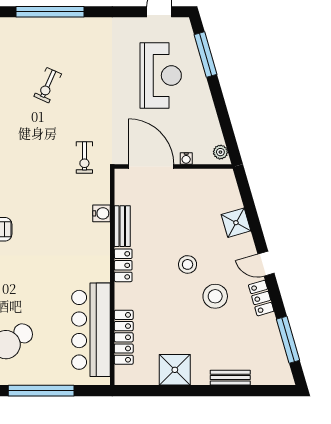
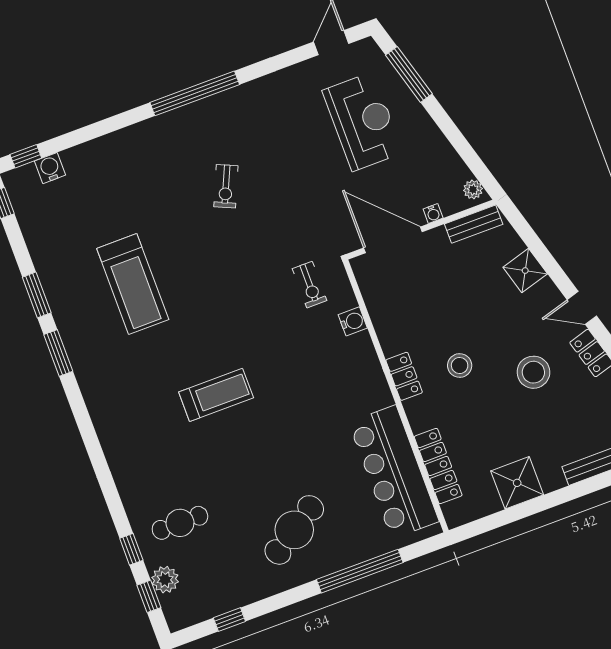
exercise bike: (84, 158) -> (310, 285), moved
bench: (122, 226) -> (474, 224), moved, turned 90
stool: (188, 264) -> (460, 366), moved

